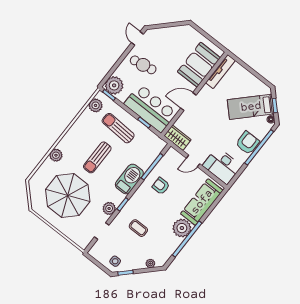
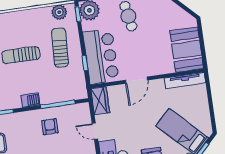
booth: (199, 65) -> (187, 50), moved, turned 90
door: (188, 102) -> (136, 80), swing flipped
barbecue: (129, 179) -> (31, 100), width x0.53, depth x0.65

